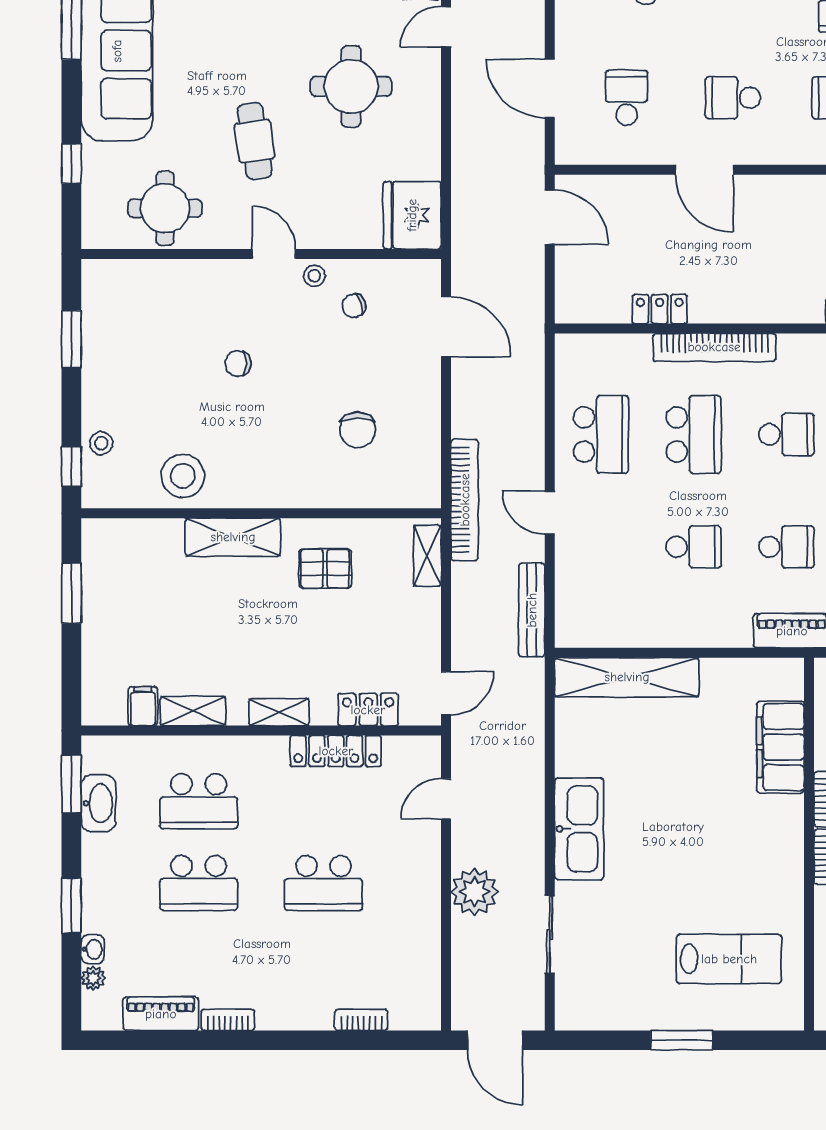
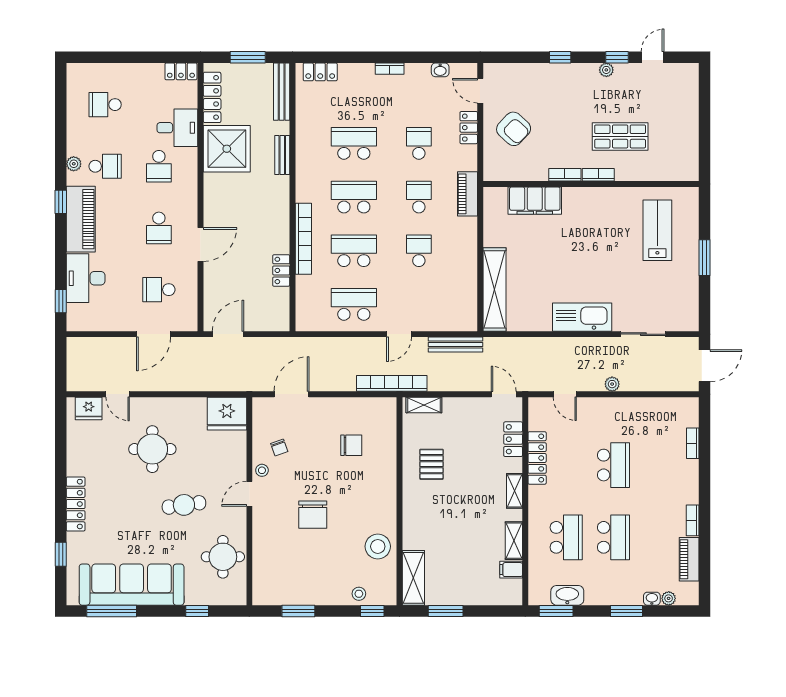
chair: (238, 364) -> (313, 515), width x1.87, depth x1.87
school desk: (786, 435) -> (354, 197), width x1.85
shelving: (233, 537) -> (413, 578), moved
plant: (474, 892) -> (612, 384), width x0.53, depth x0.53

